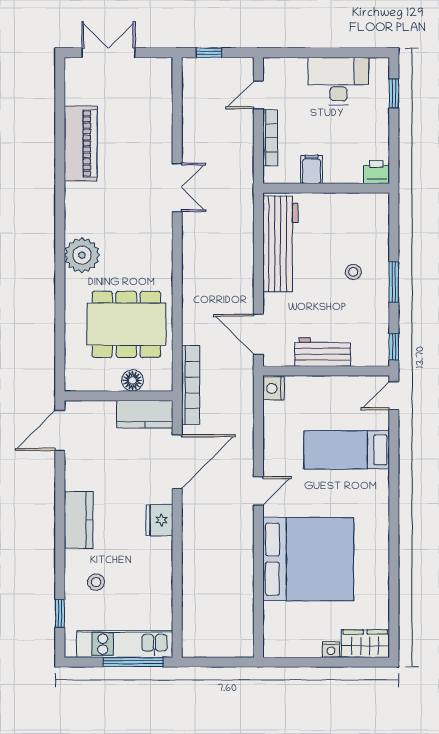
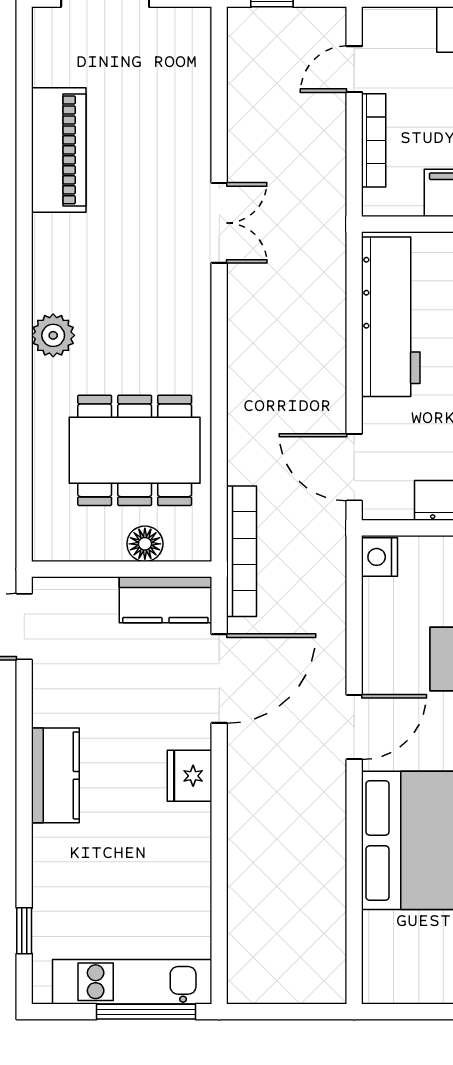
plant: (82, 255) -> (53, 335), width x0.73, depth x0.73
door: (258, 491) -> (354, 727), width x1.38
stool: (96, 582) -> (84, 879), removed

